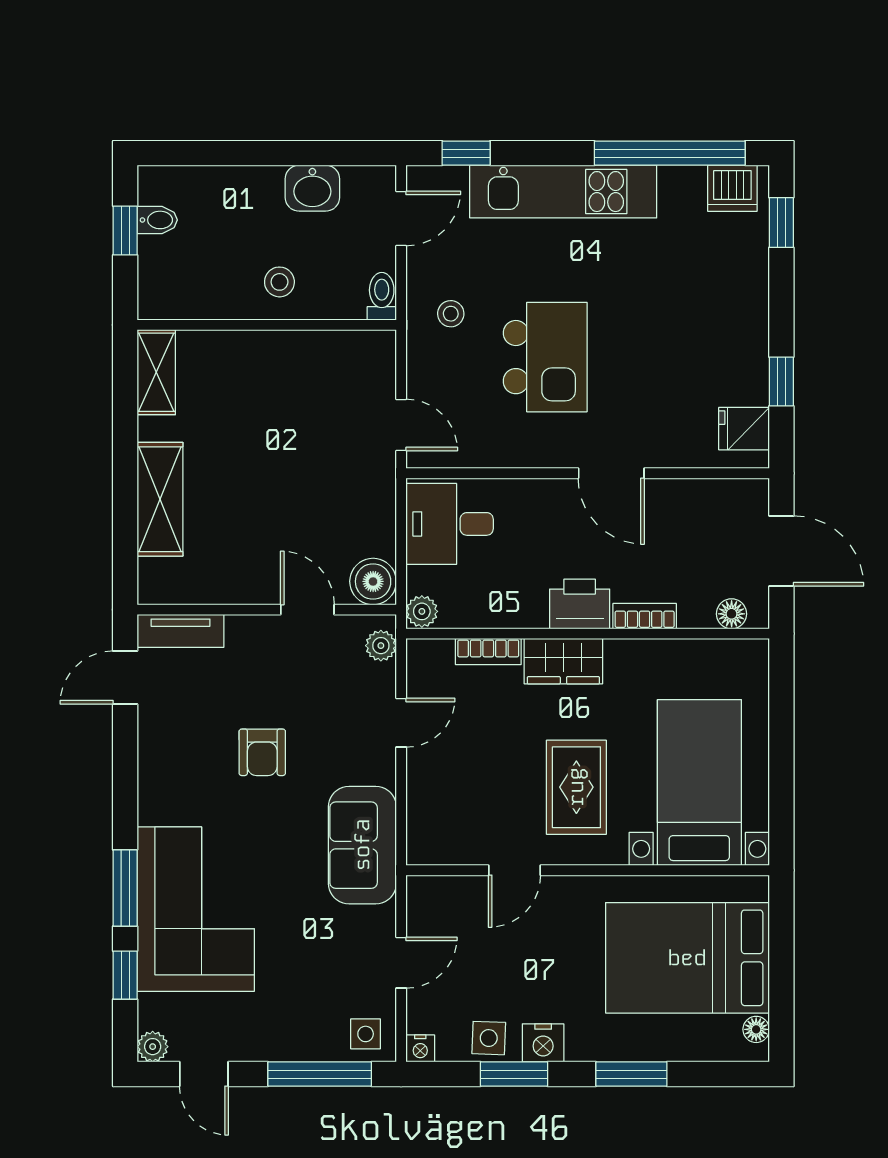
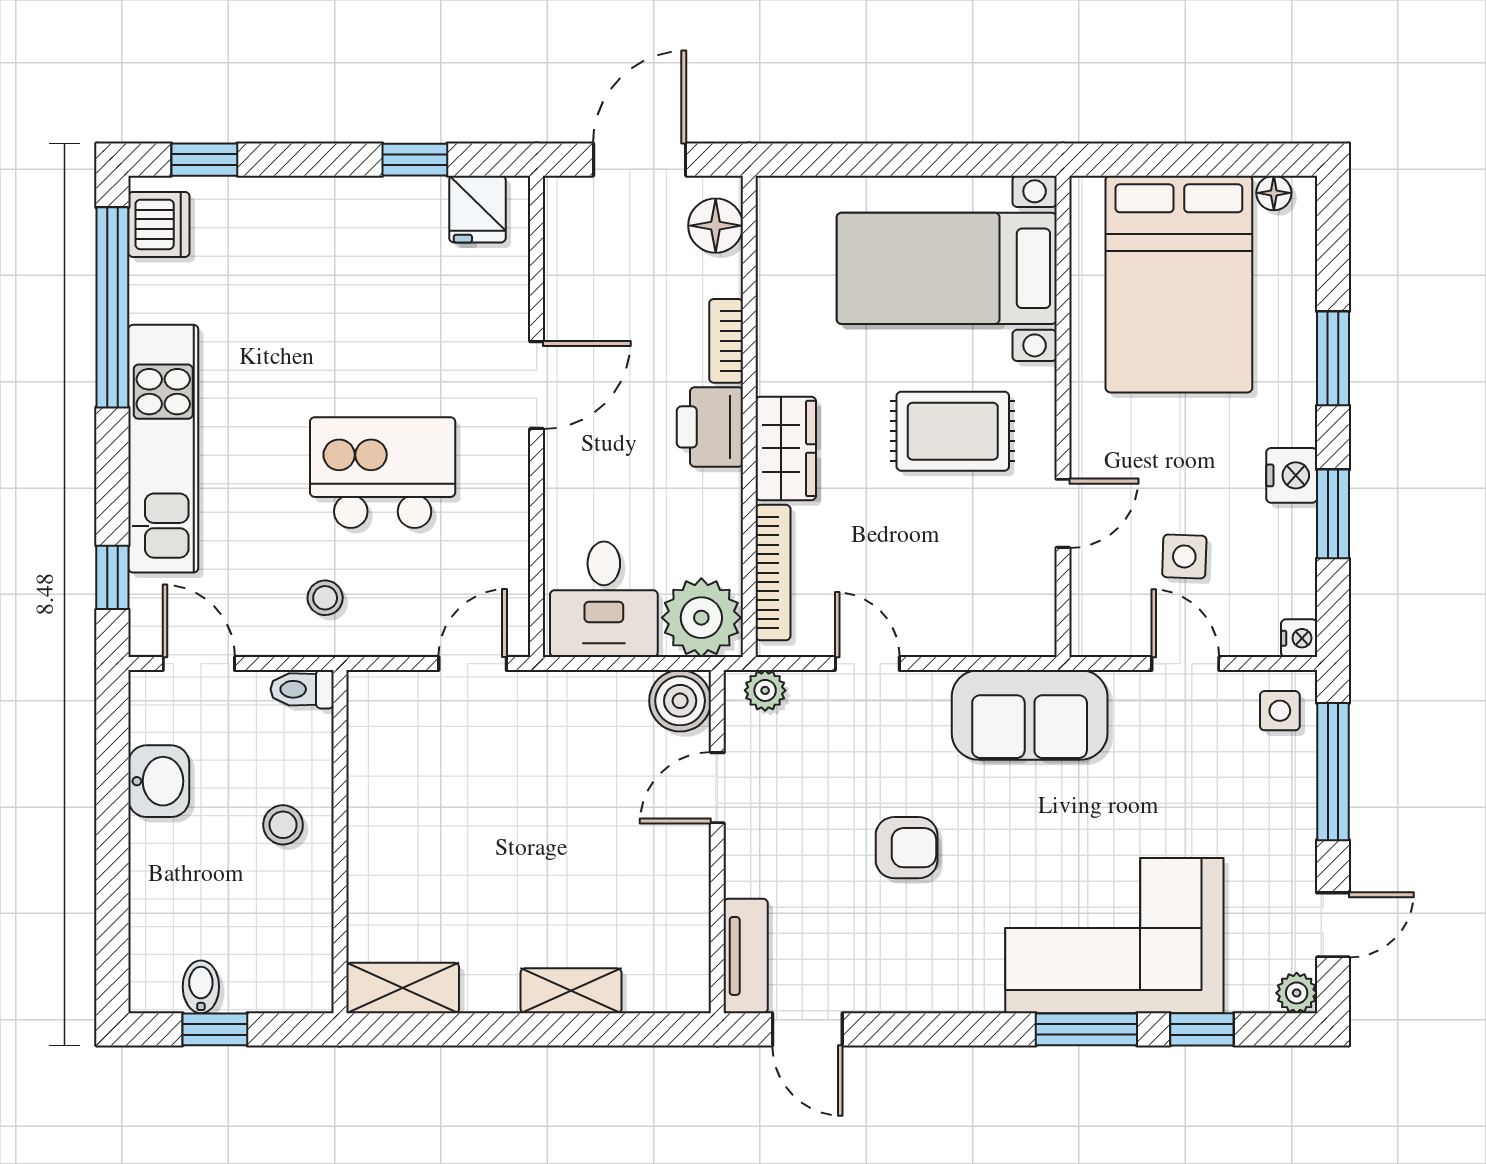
shelving: (160, 499) -> (571, 991), width x0.67, depth x0.75
plant: (422, 611) -> (701, 618), width x1.88, depth x1.88
floor lamp: (732, 614) -> (716, 226), width x1.37, depth x1.37
bookcase: (488, 652) -> (773, 573), width x1.56
door: (514, 870) -> (1063, 513), hinge flipped
side table: (489, 1038) -> (1184, 556), moved

